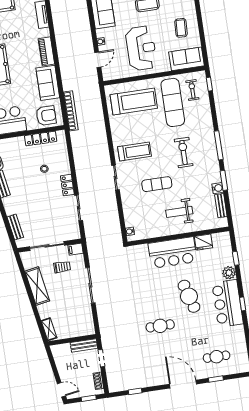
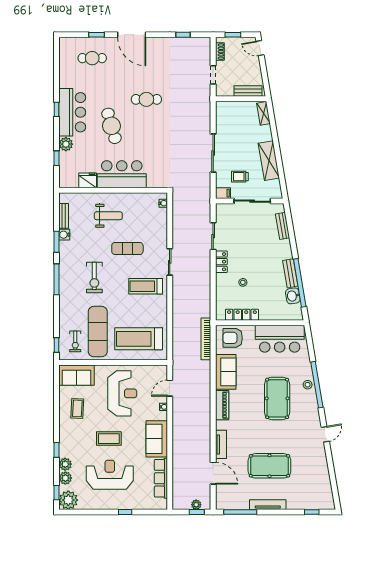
reception desk: (141, 48) -> (122, 393), turned 180
bench: (84, 345) -> (248, 91), moved

